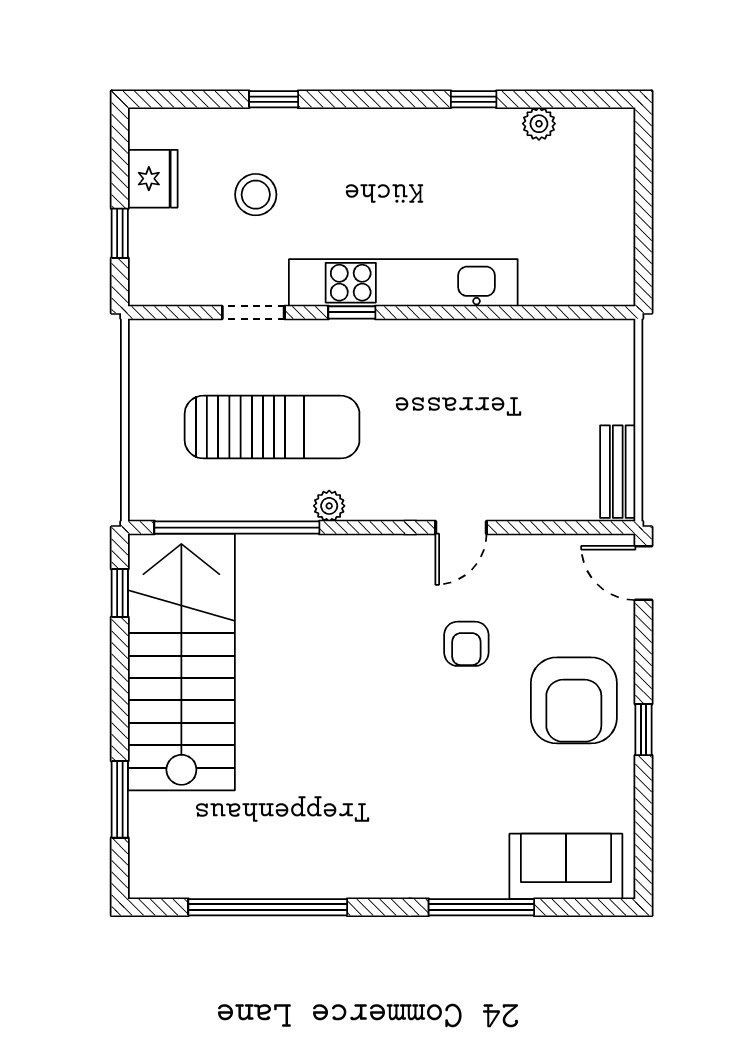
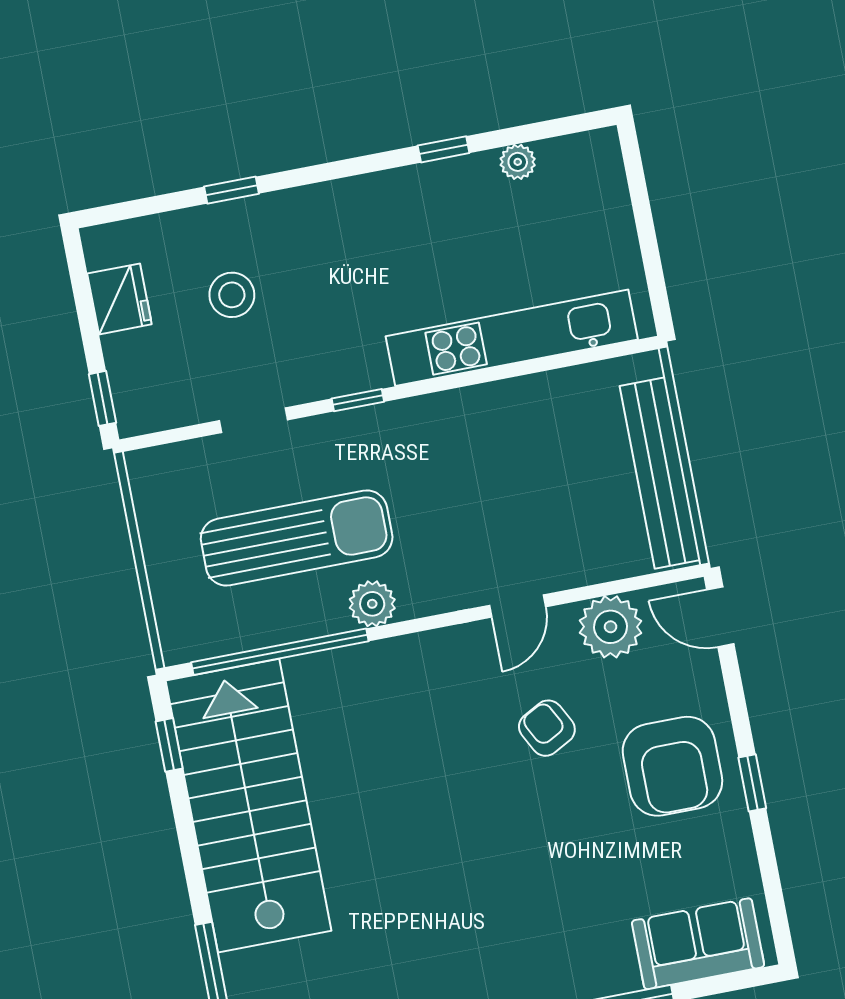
window: (120, 233) -> (102, 398), moved
kitchen unit: (403, 283) -> (512, 338), moved
bench: (618, 472) -> (660, 473), width x1.86, depth x1.21
plant: (329, 506) -> (372, 604), width x1.38, depth x1.38
plant: (542, 563) -> (611, 627), added
armchair: (466, 644) -> (547, 728), turned 152

